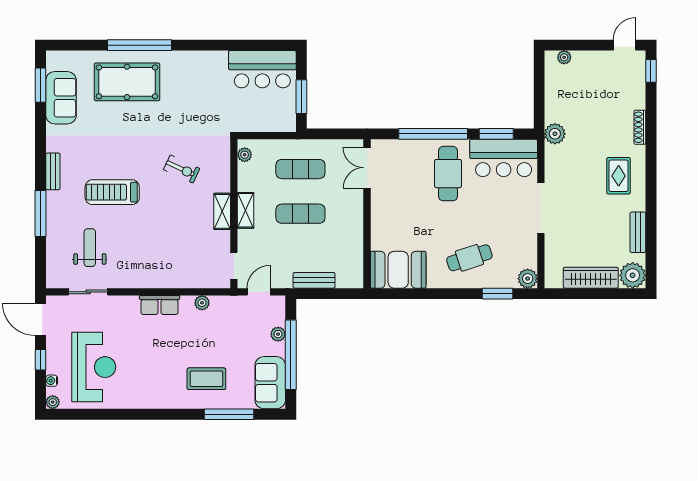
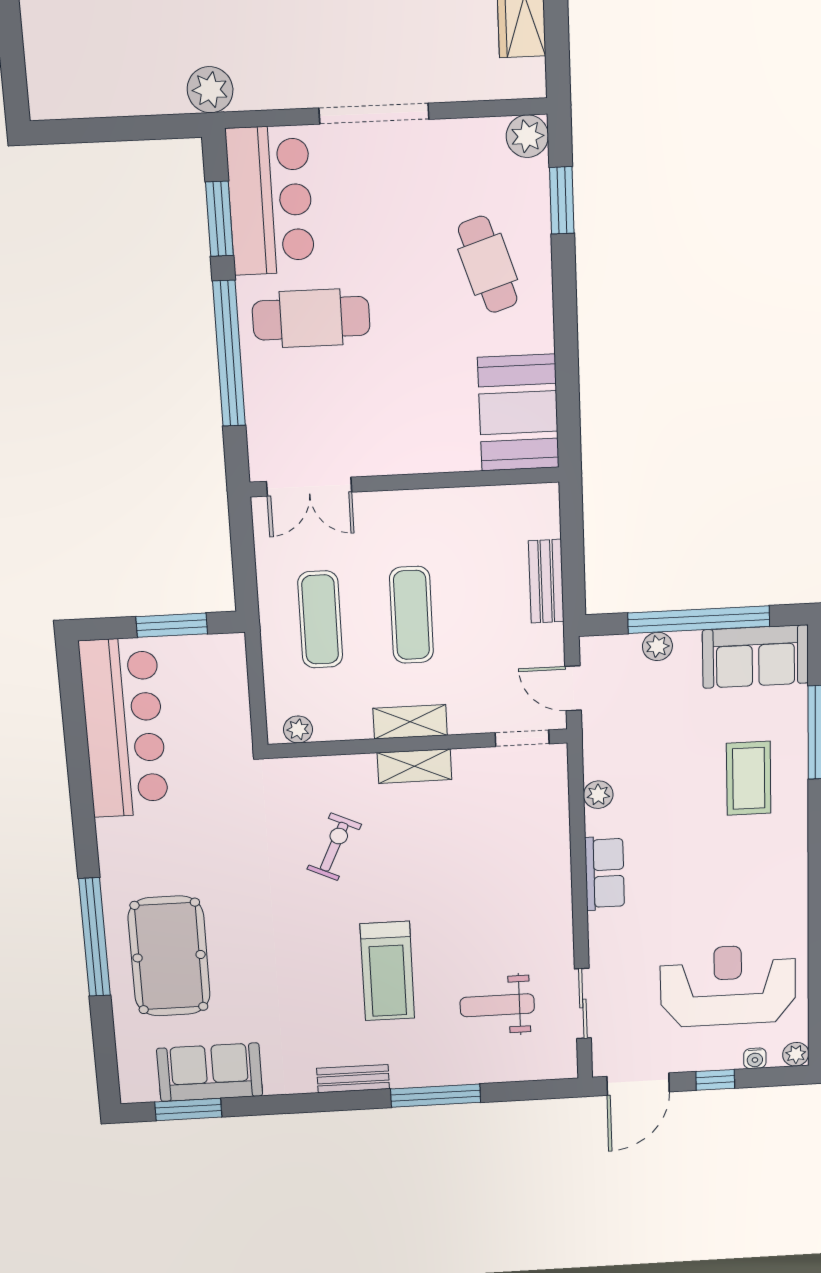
plant: (564, 57) -> (41, 76), removed
bar counter: (262, 69) -> (124, 728), width x1.36

